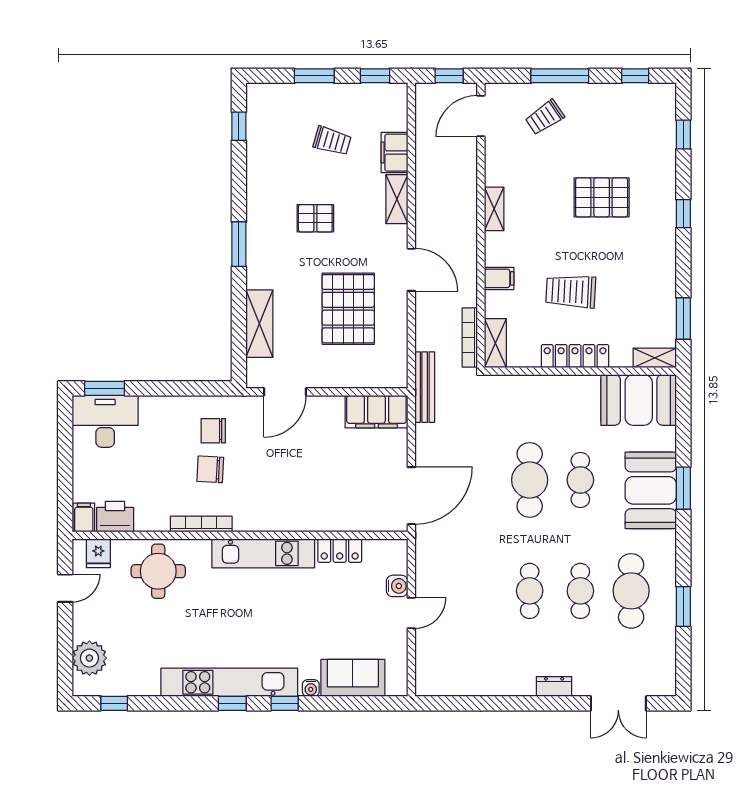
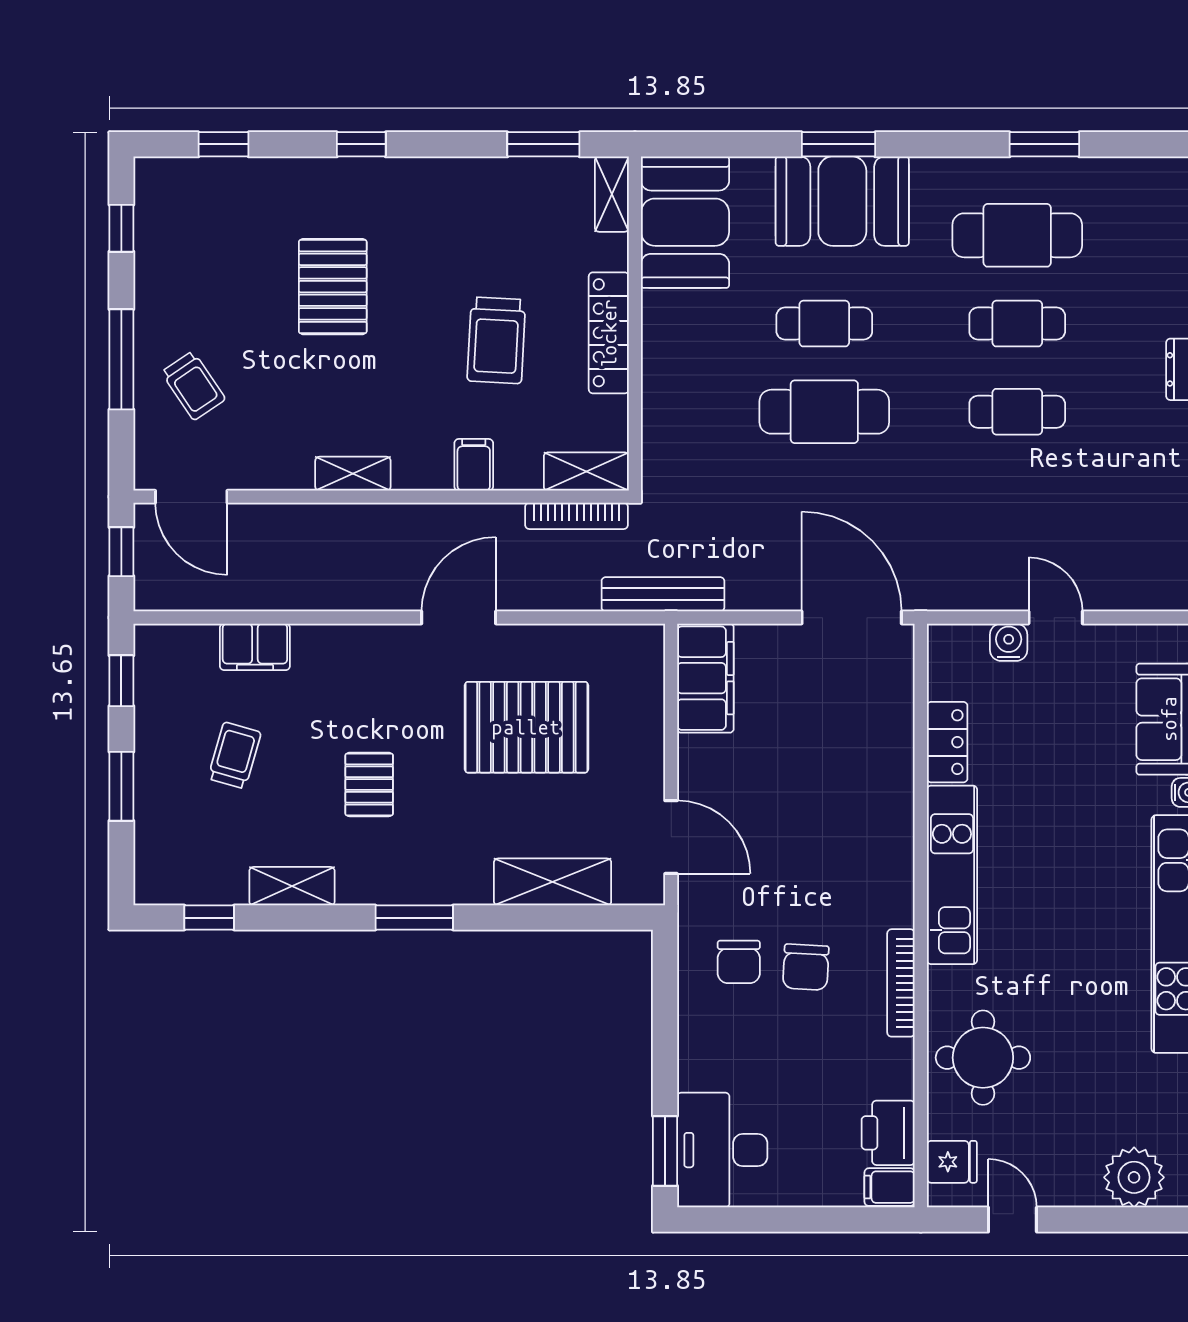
shelving: (397, 199) -> (292, 886), moved

